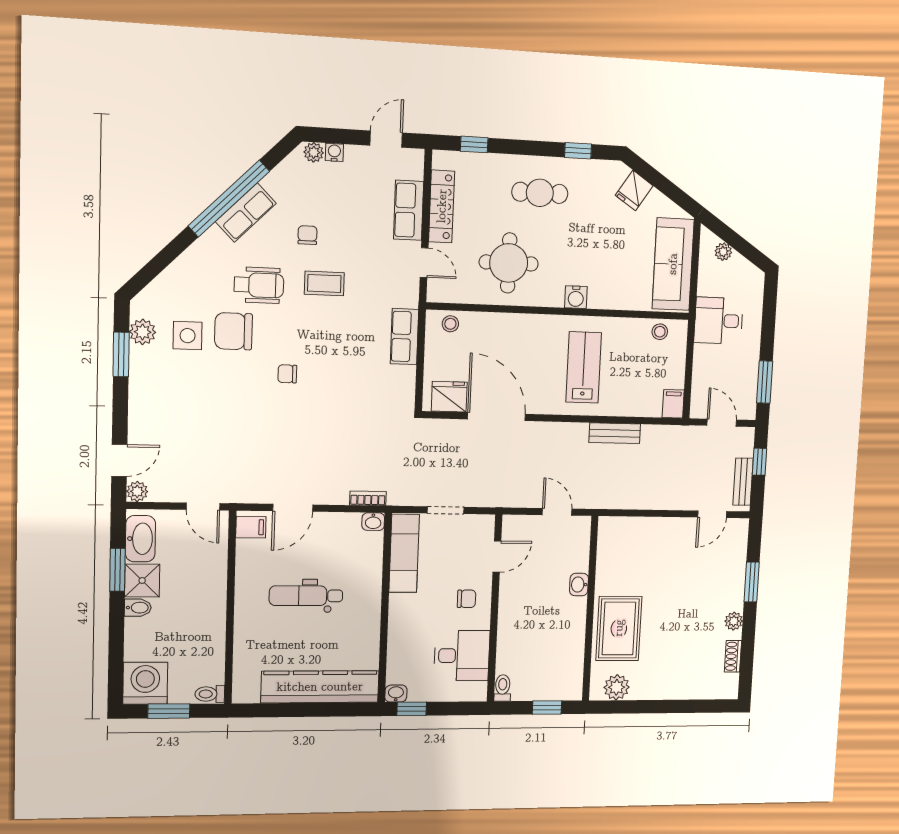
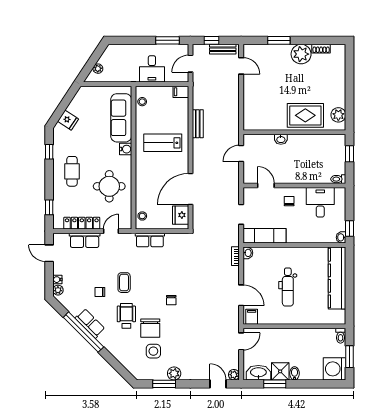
sofa: (673, 264) -> (121, 118), moved, turned 90
desk: (719, 321) -> (152, 69), moved
plant: (143, 332) -> (174, 373), moved
plant: (734, 621) -> (301, 54), width x1.87, depth x1.87

